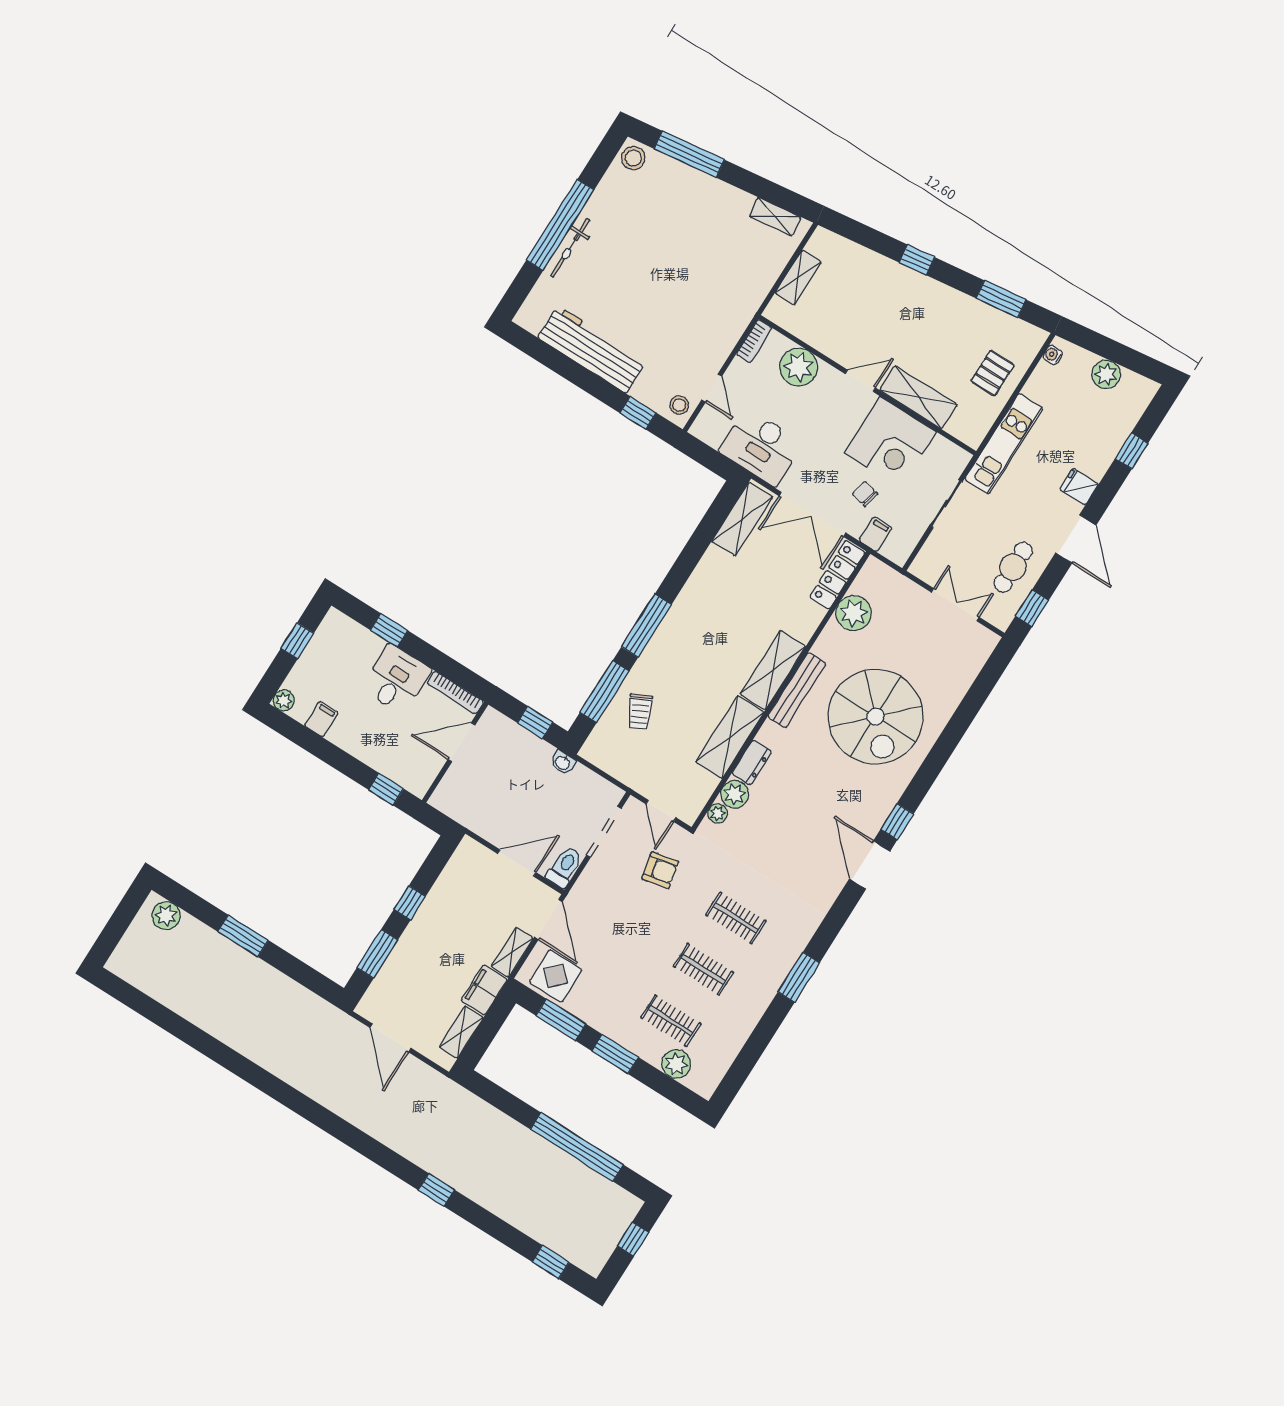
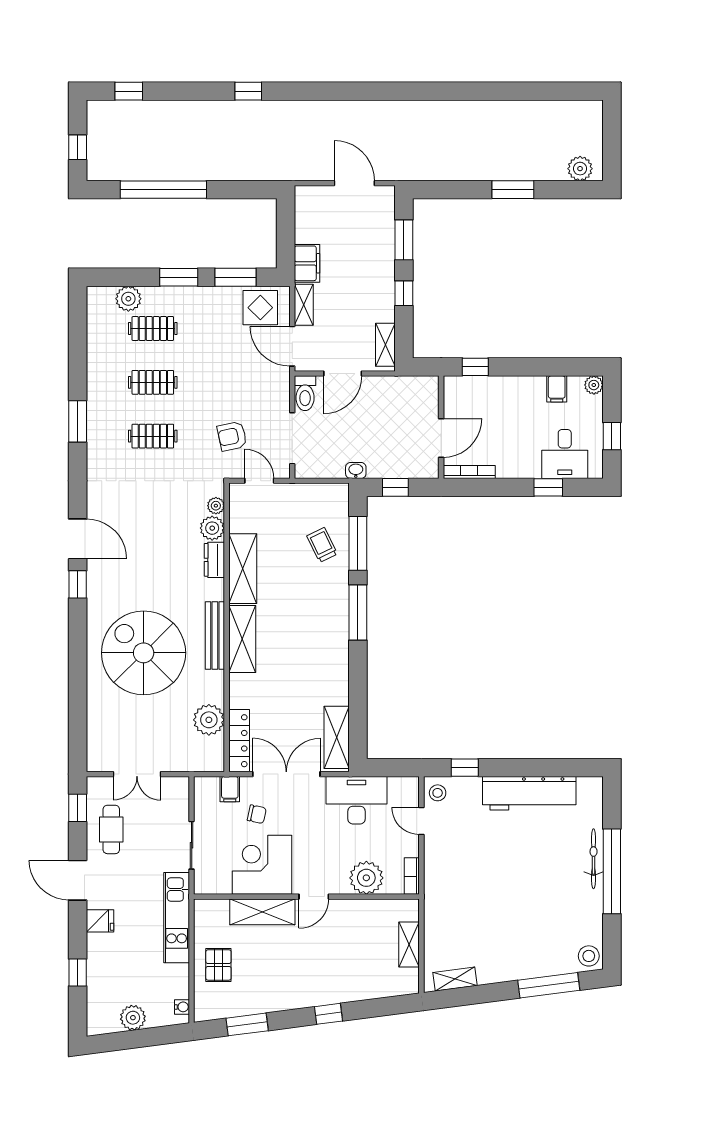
desk: (396, 679) -> (565, 454), moved
shelving: (461, 1032) -> (385, 345), moved

